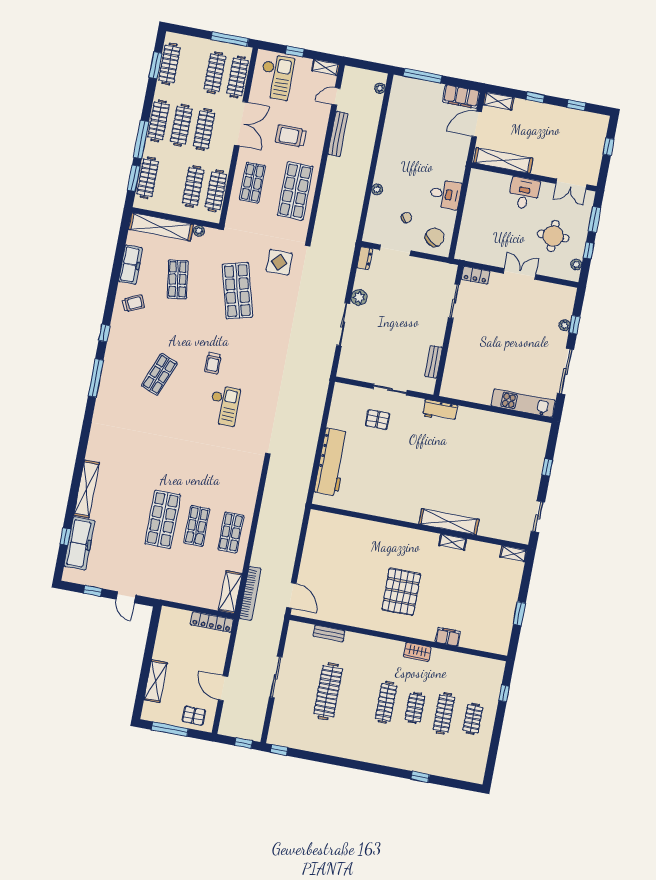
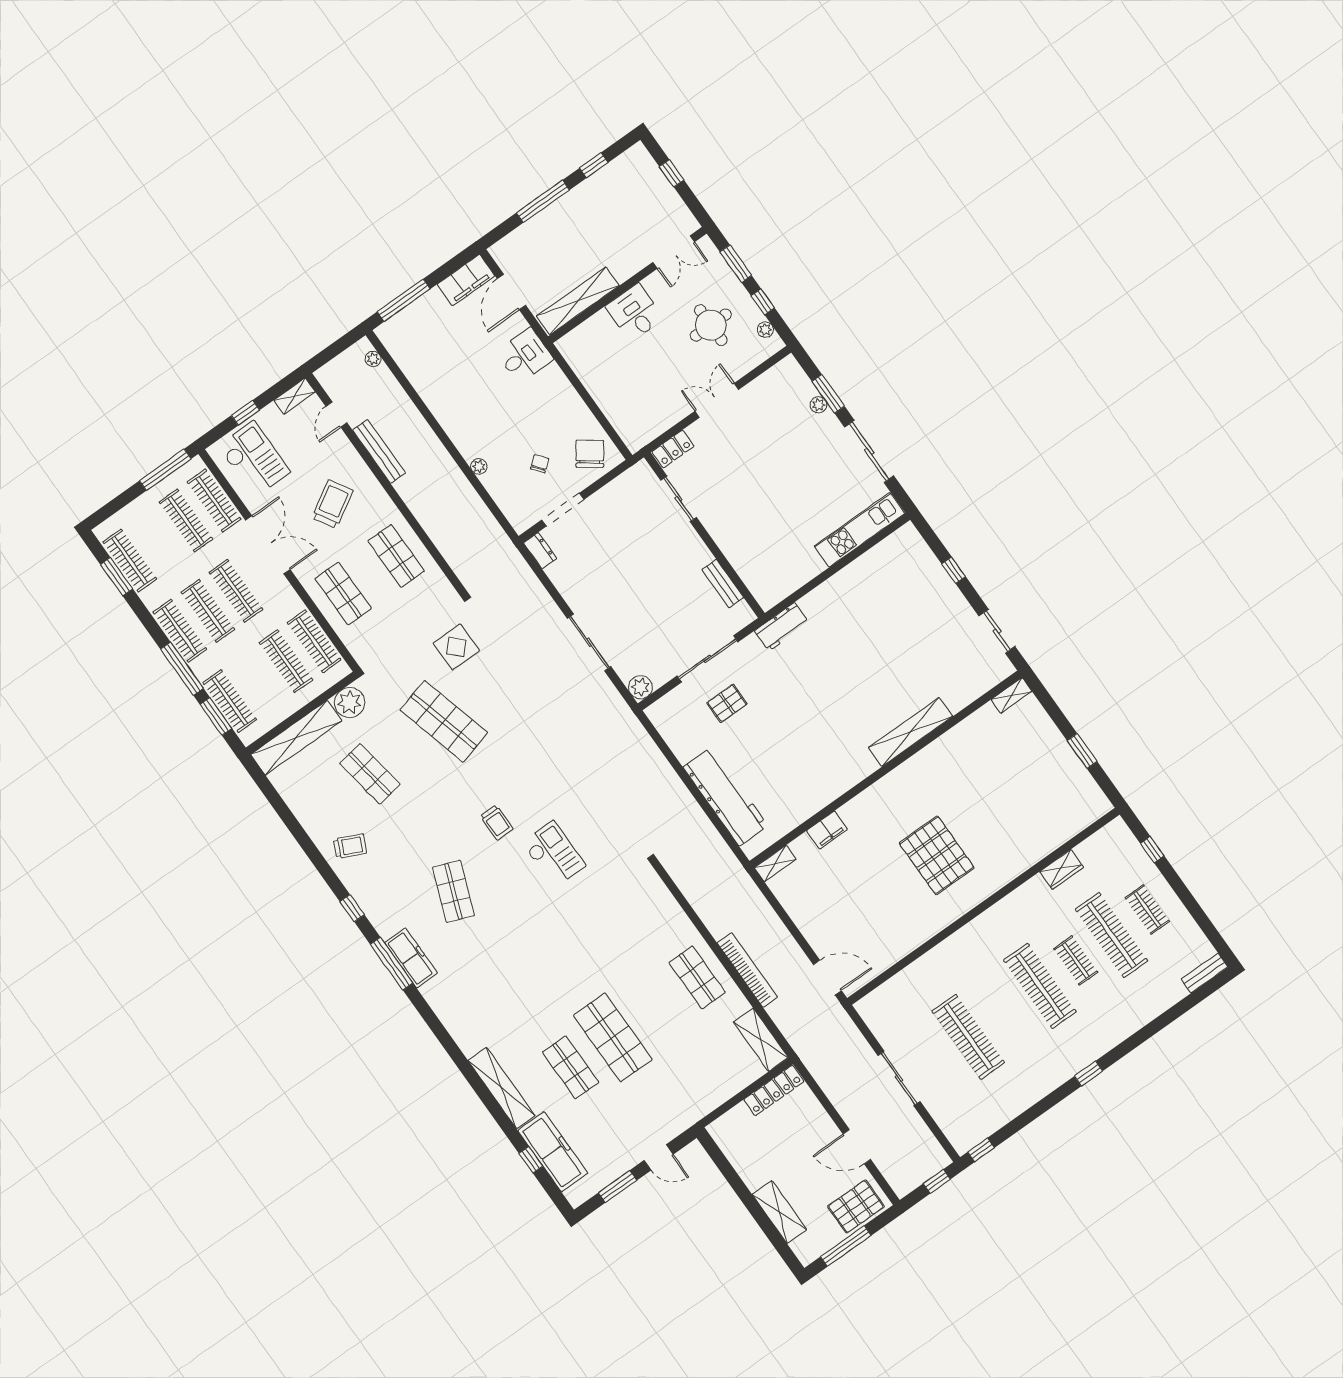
window: (535, 97) -> (543, 201), width x2.17
shelving: (499, 101) -> (509, 245), removed
trolley: (291, 136) -> (332, 504), turned 149
shop shelf: (295, 191) -> (396, 556), width x0.70, depth x0.74
desk: (445, 194) -> (525, 356), moved
plant: (199, 231) -> (350, 702), width x1.87, depth x1.87
freezer: (130, 265) -> (411, 958), moved
plant: (359, 297) -> (640, 687), moved
trolley: (133, 303) -> (350, 846), turned 49
window: (574, 325) -> (828, 394), width x1.50
sliding door: (390, 389) -> (707, 659), width x1.37
shop shelf: (197, 526) -> (571, 1067), moved
shelving: (453, 542) -> (775, 863), moved
window: (93, 591) -> (618, 1186), width x1.50
bookcase: (250, 593) -> (747, 970), moved
bench: (329, 633) -> (1204, 973), moved
filing cabinet: (448, 637) -> (827, 830), moved, turned 180
wardrobe: (417, 652) -> (1062, 869), moved
clothes rail: (386, 702) -> (1040, 986), width x1.37, depth x1.31
clothes rail: (444, 713) -> (1111, 935), width x1.37, depth x1.31
pallet: (194, 716) -> (856, 1207), width x1.50, depth x1.42
window: (420, 777) -> (1089, 1074), moved

